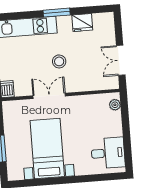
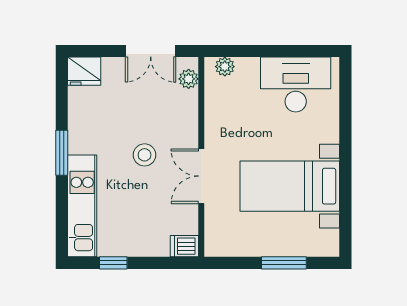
fridge: (82, 23) -> (84, 71), moved, turned 90
plant: (106, 84) -> (189, 79), added
desk: (108, 153) -> (296, 84), width x1.37

